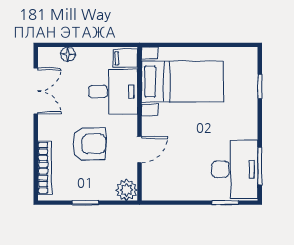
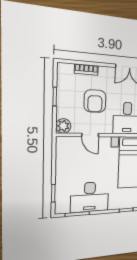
bookcase: (45, 168) -> (86, 70), width x0.64
desk: (235, 169) -> (90, 197), moved

